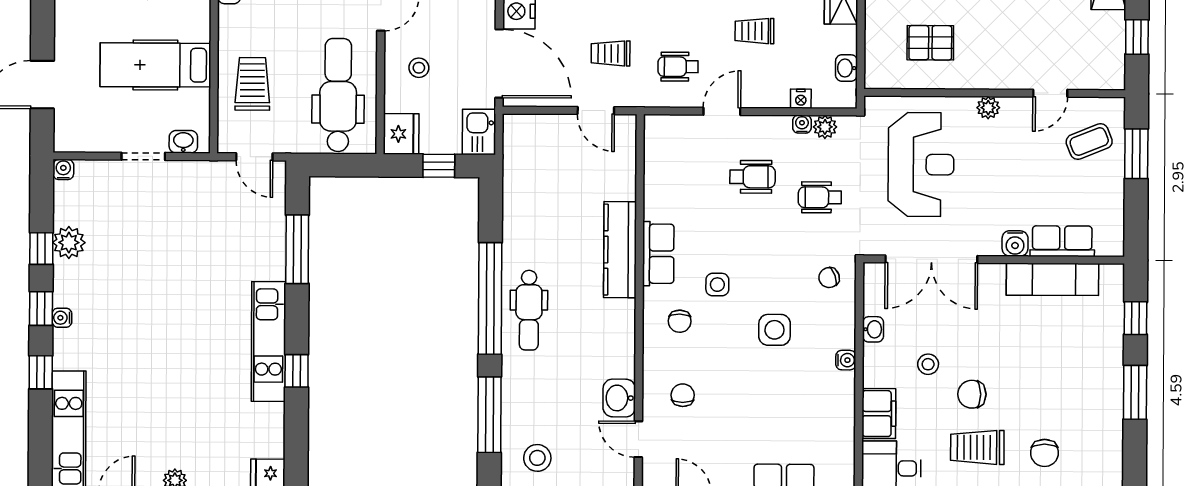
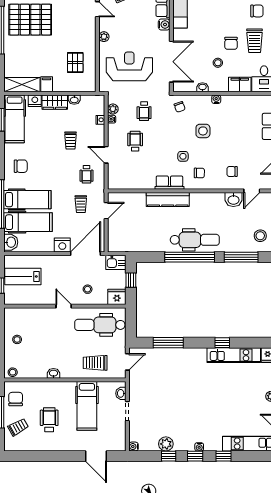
washbasin: (846, 68) -> (74, 100), moved
dental chair: (529, 310) -> (195, 240), width x1.36, depth x1.38
kitchen unit: (269, 342) -> (234, 355), moved

